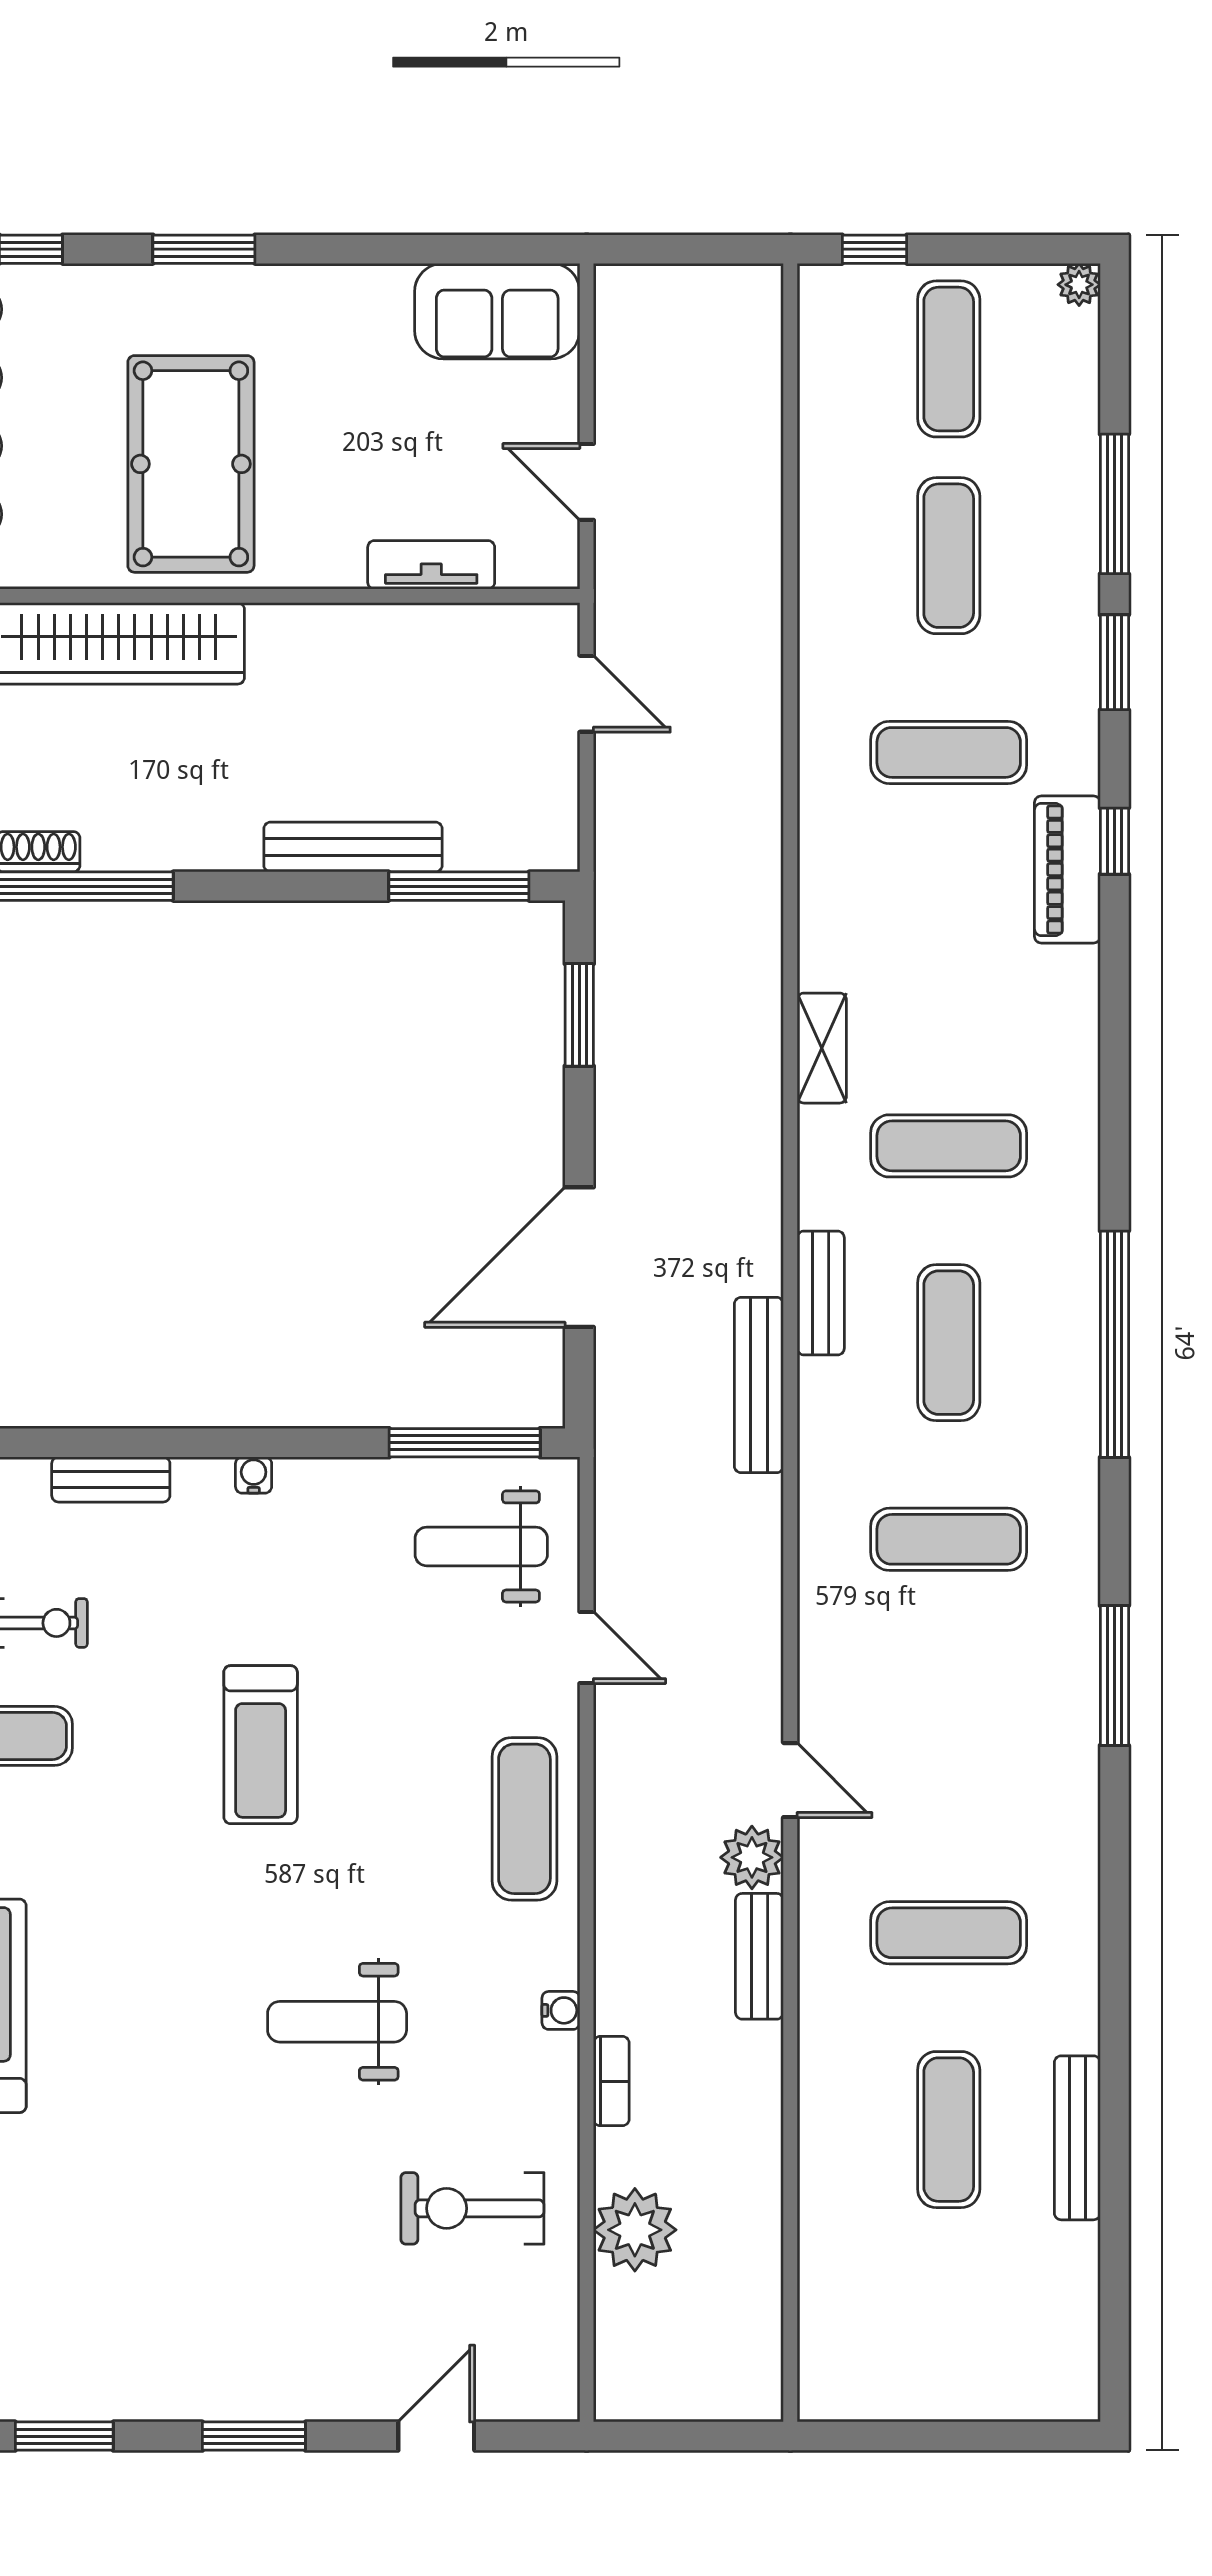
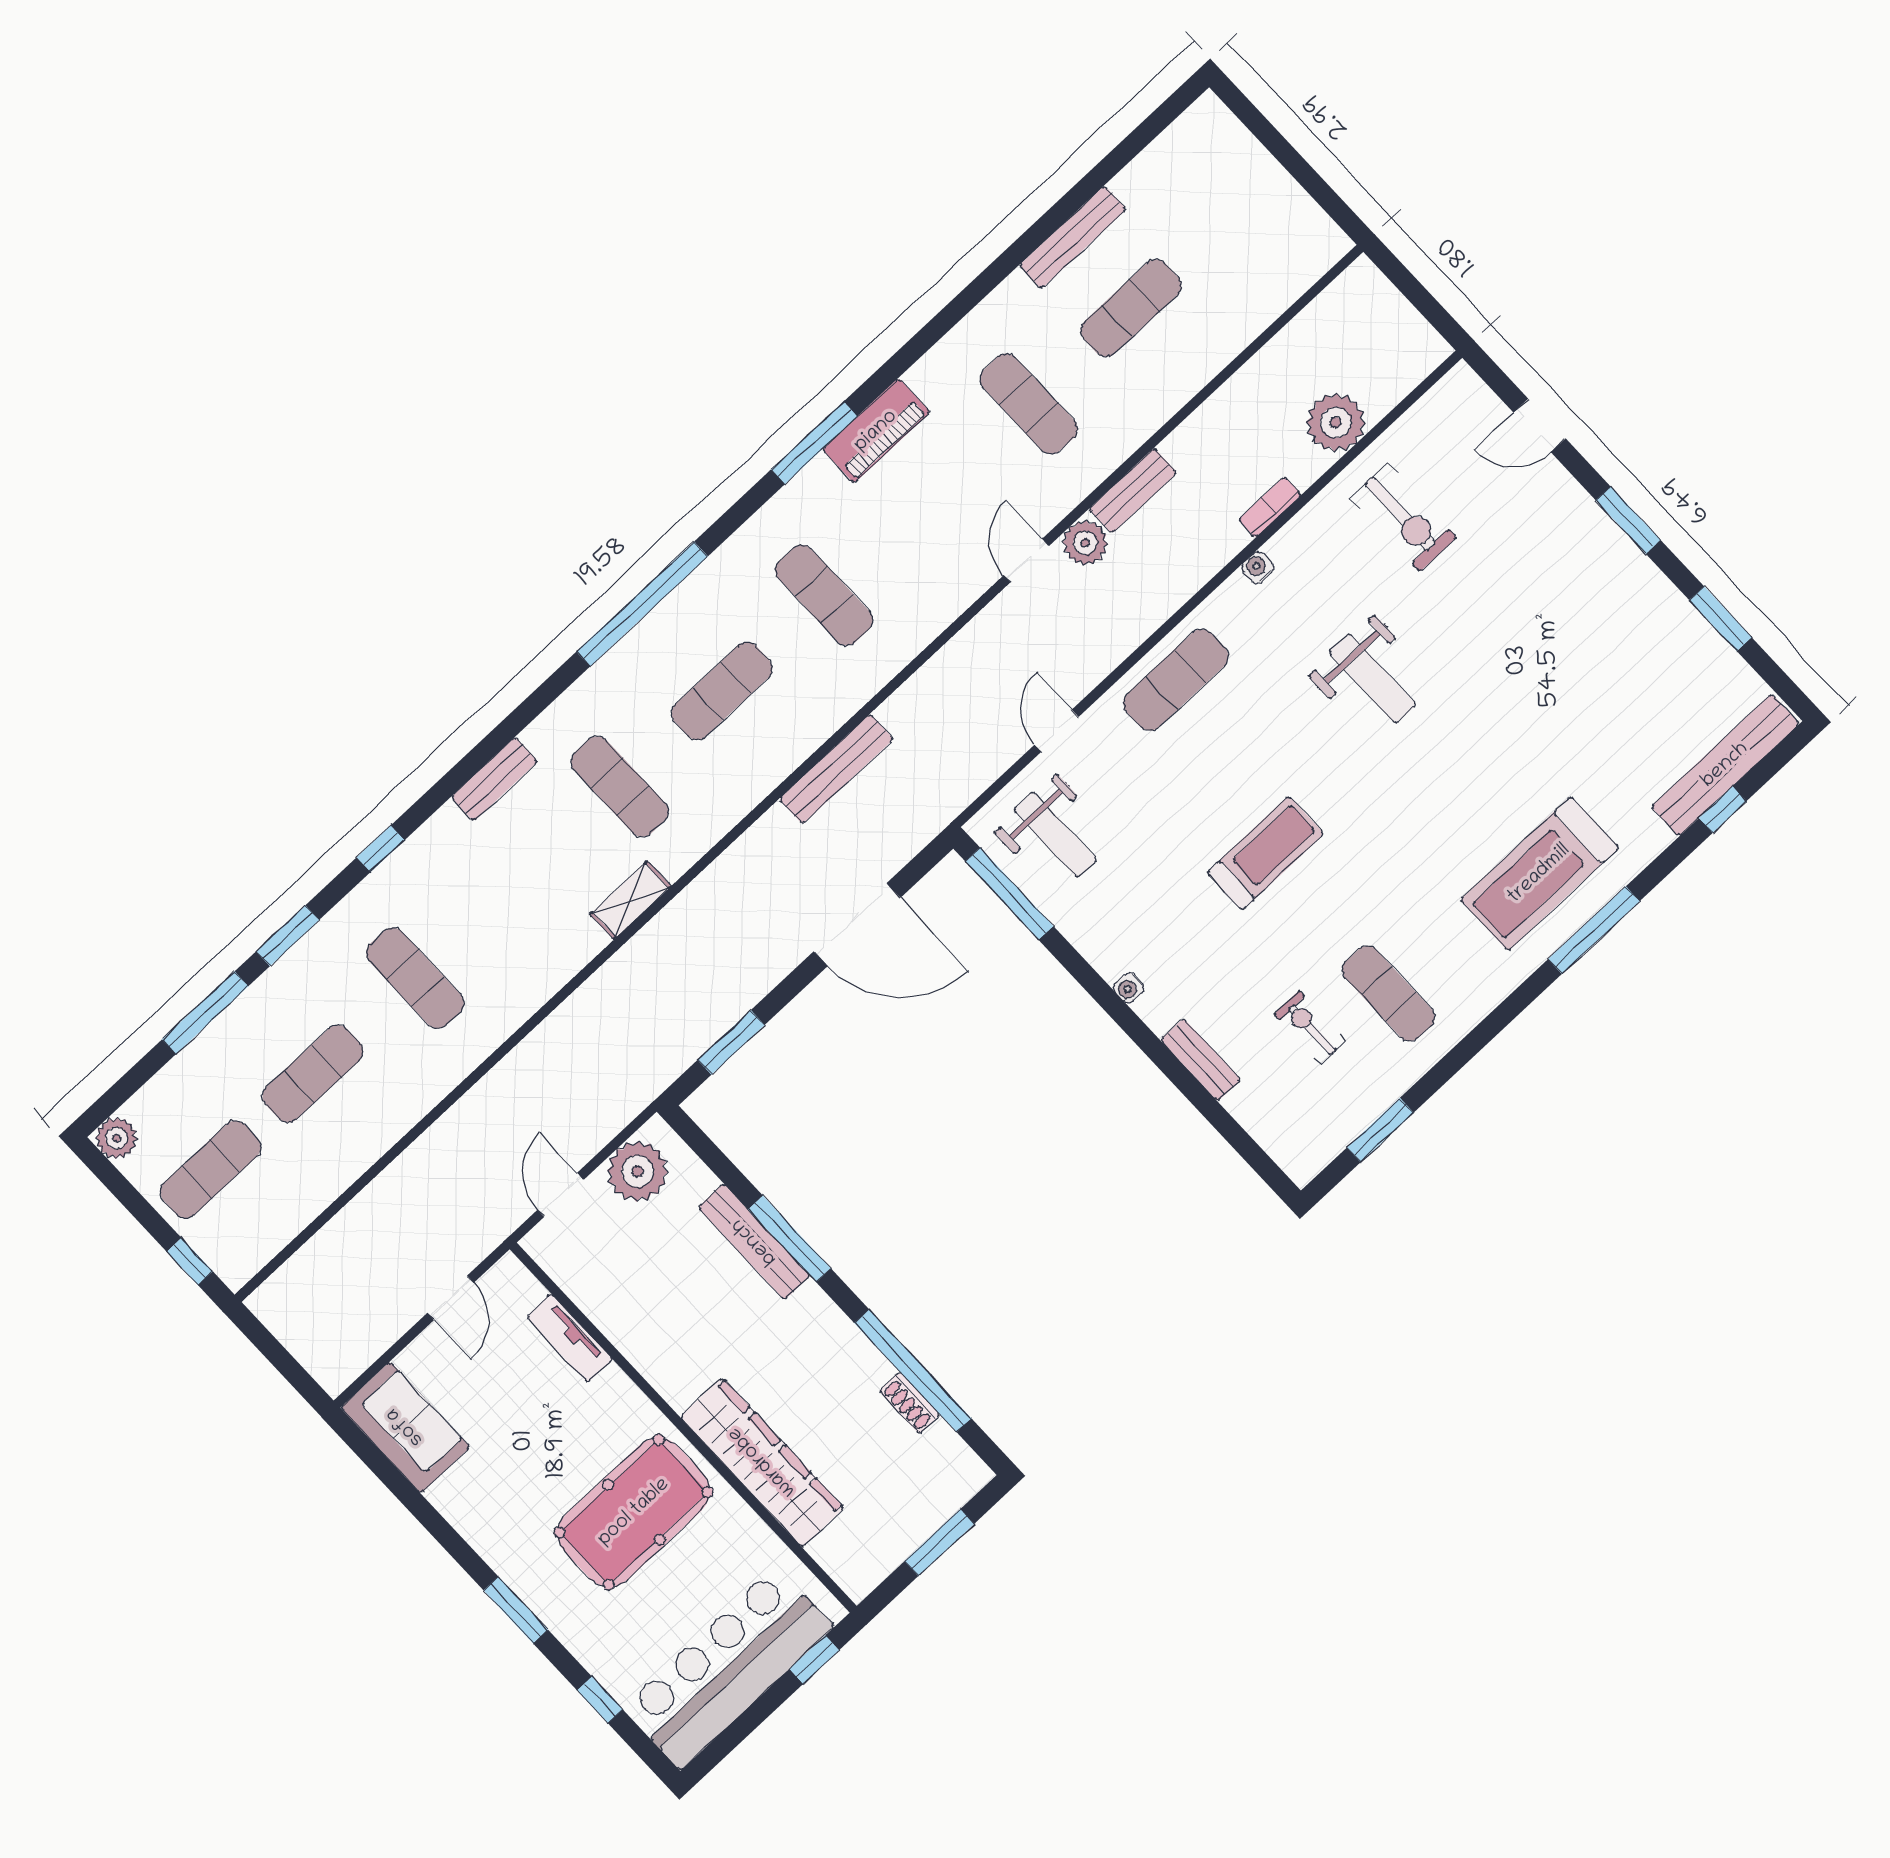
plant: (1079, 285) -> (116, 1138), width x1.38, depth x1.38
plant: (537, 795) -> (637, 1171), added
piano: (1067, 870) -> (876, 431), moved
window: (459, 886) -> (789, 1239), moved
bench: (821, 1293) -> (494, 779), moved

